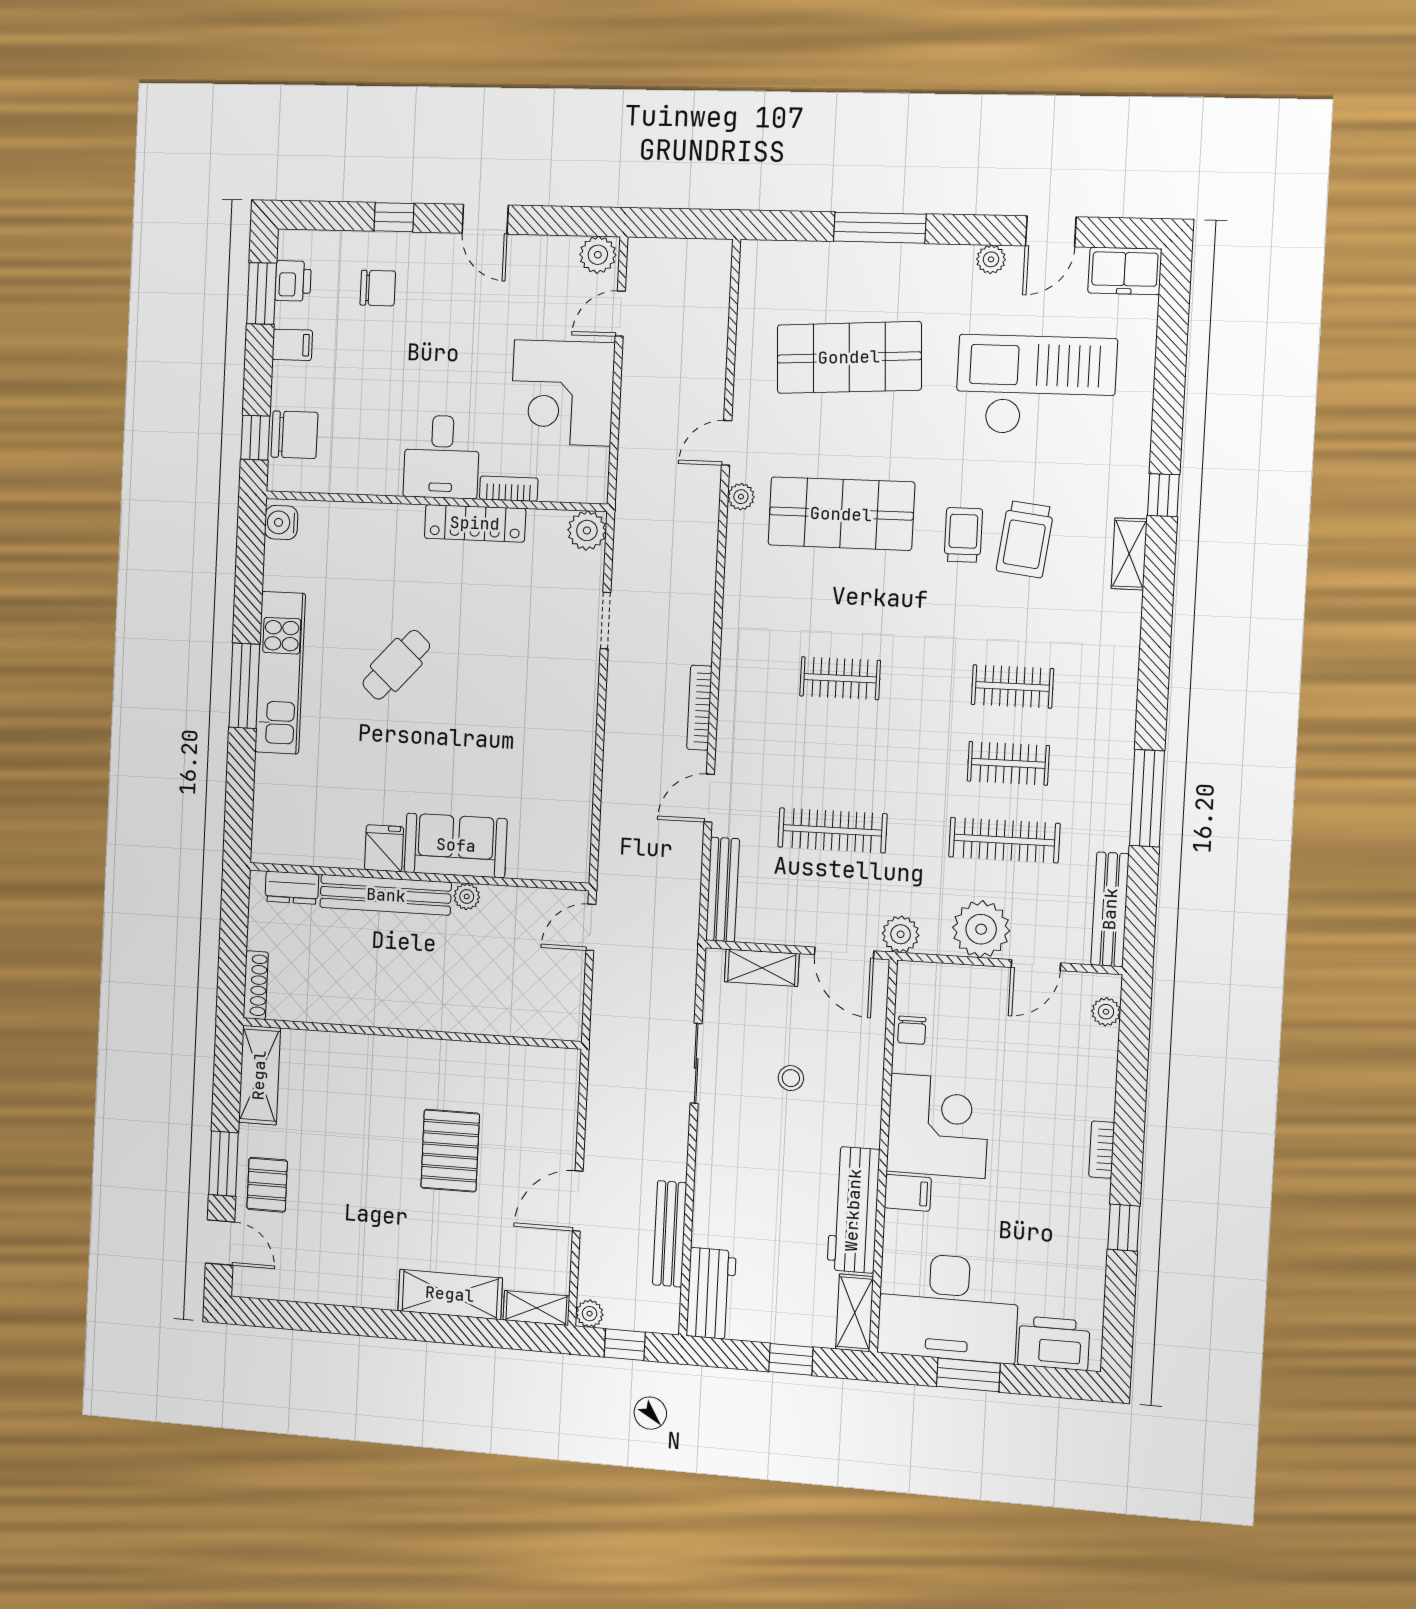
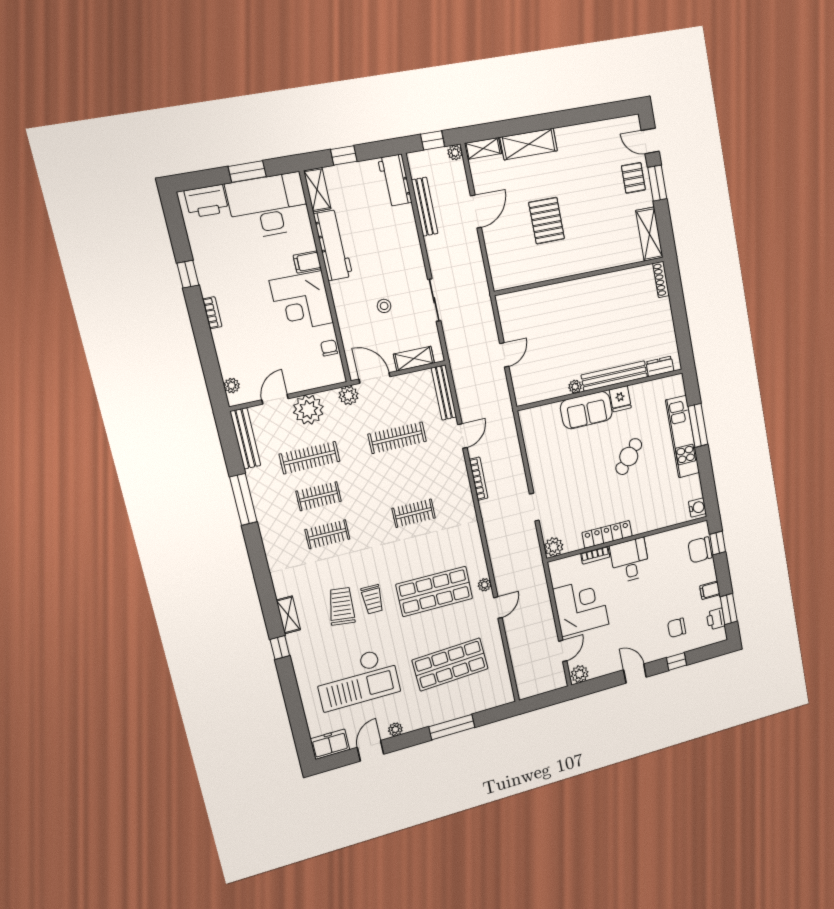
sofa: (456, 845) -> (586, 410), moved
fridge: (384, 848) -> (620, 399), moved
wall: (418, 877) -> (601, 390), moved
dresser: (292, 888) -> (660, 366), moved
bench: (386, 895) -> (614, 376), moved
plant: (467, 896) -> (575, 387), moved

